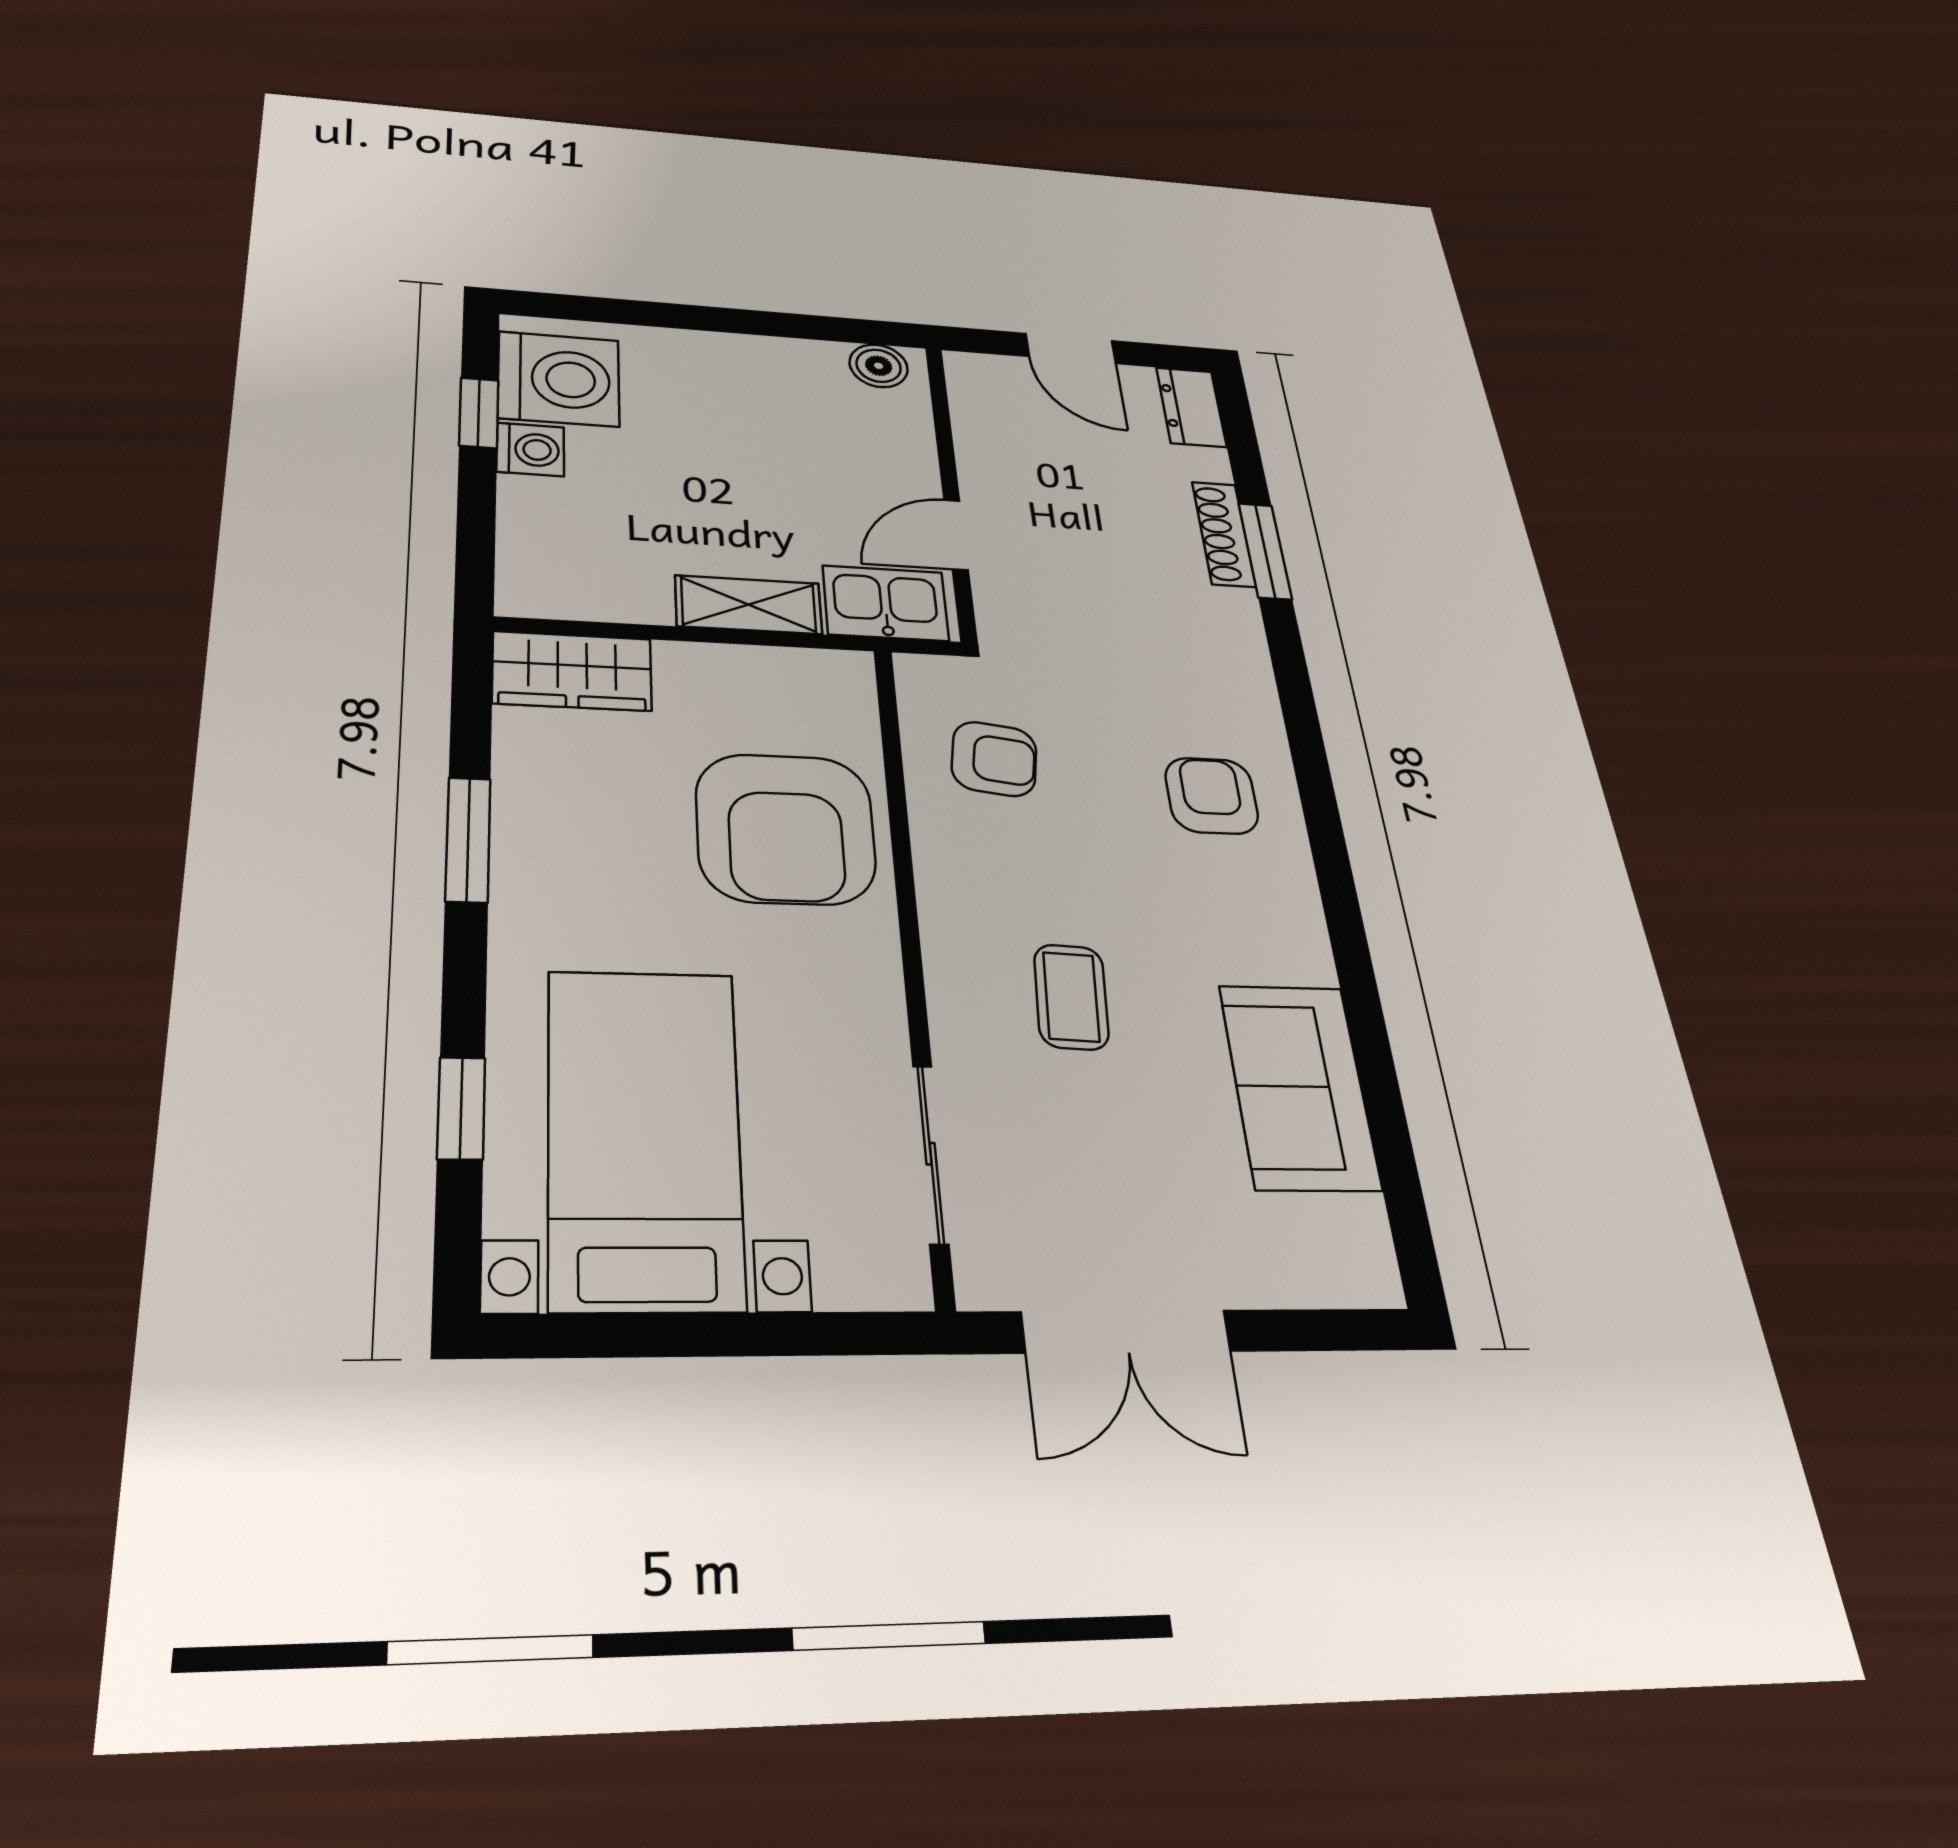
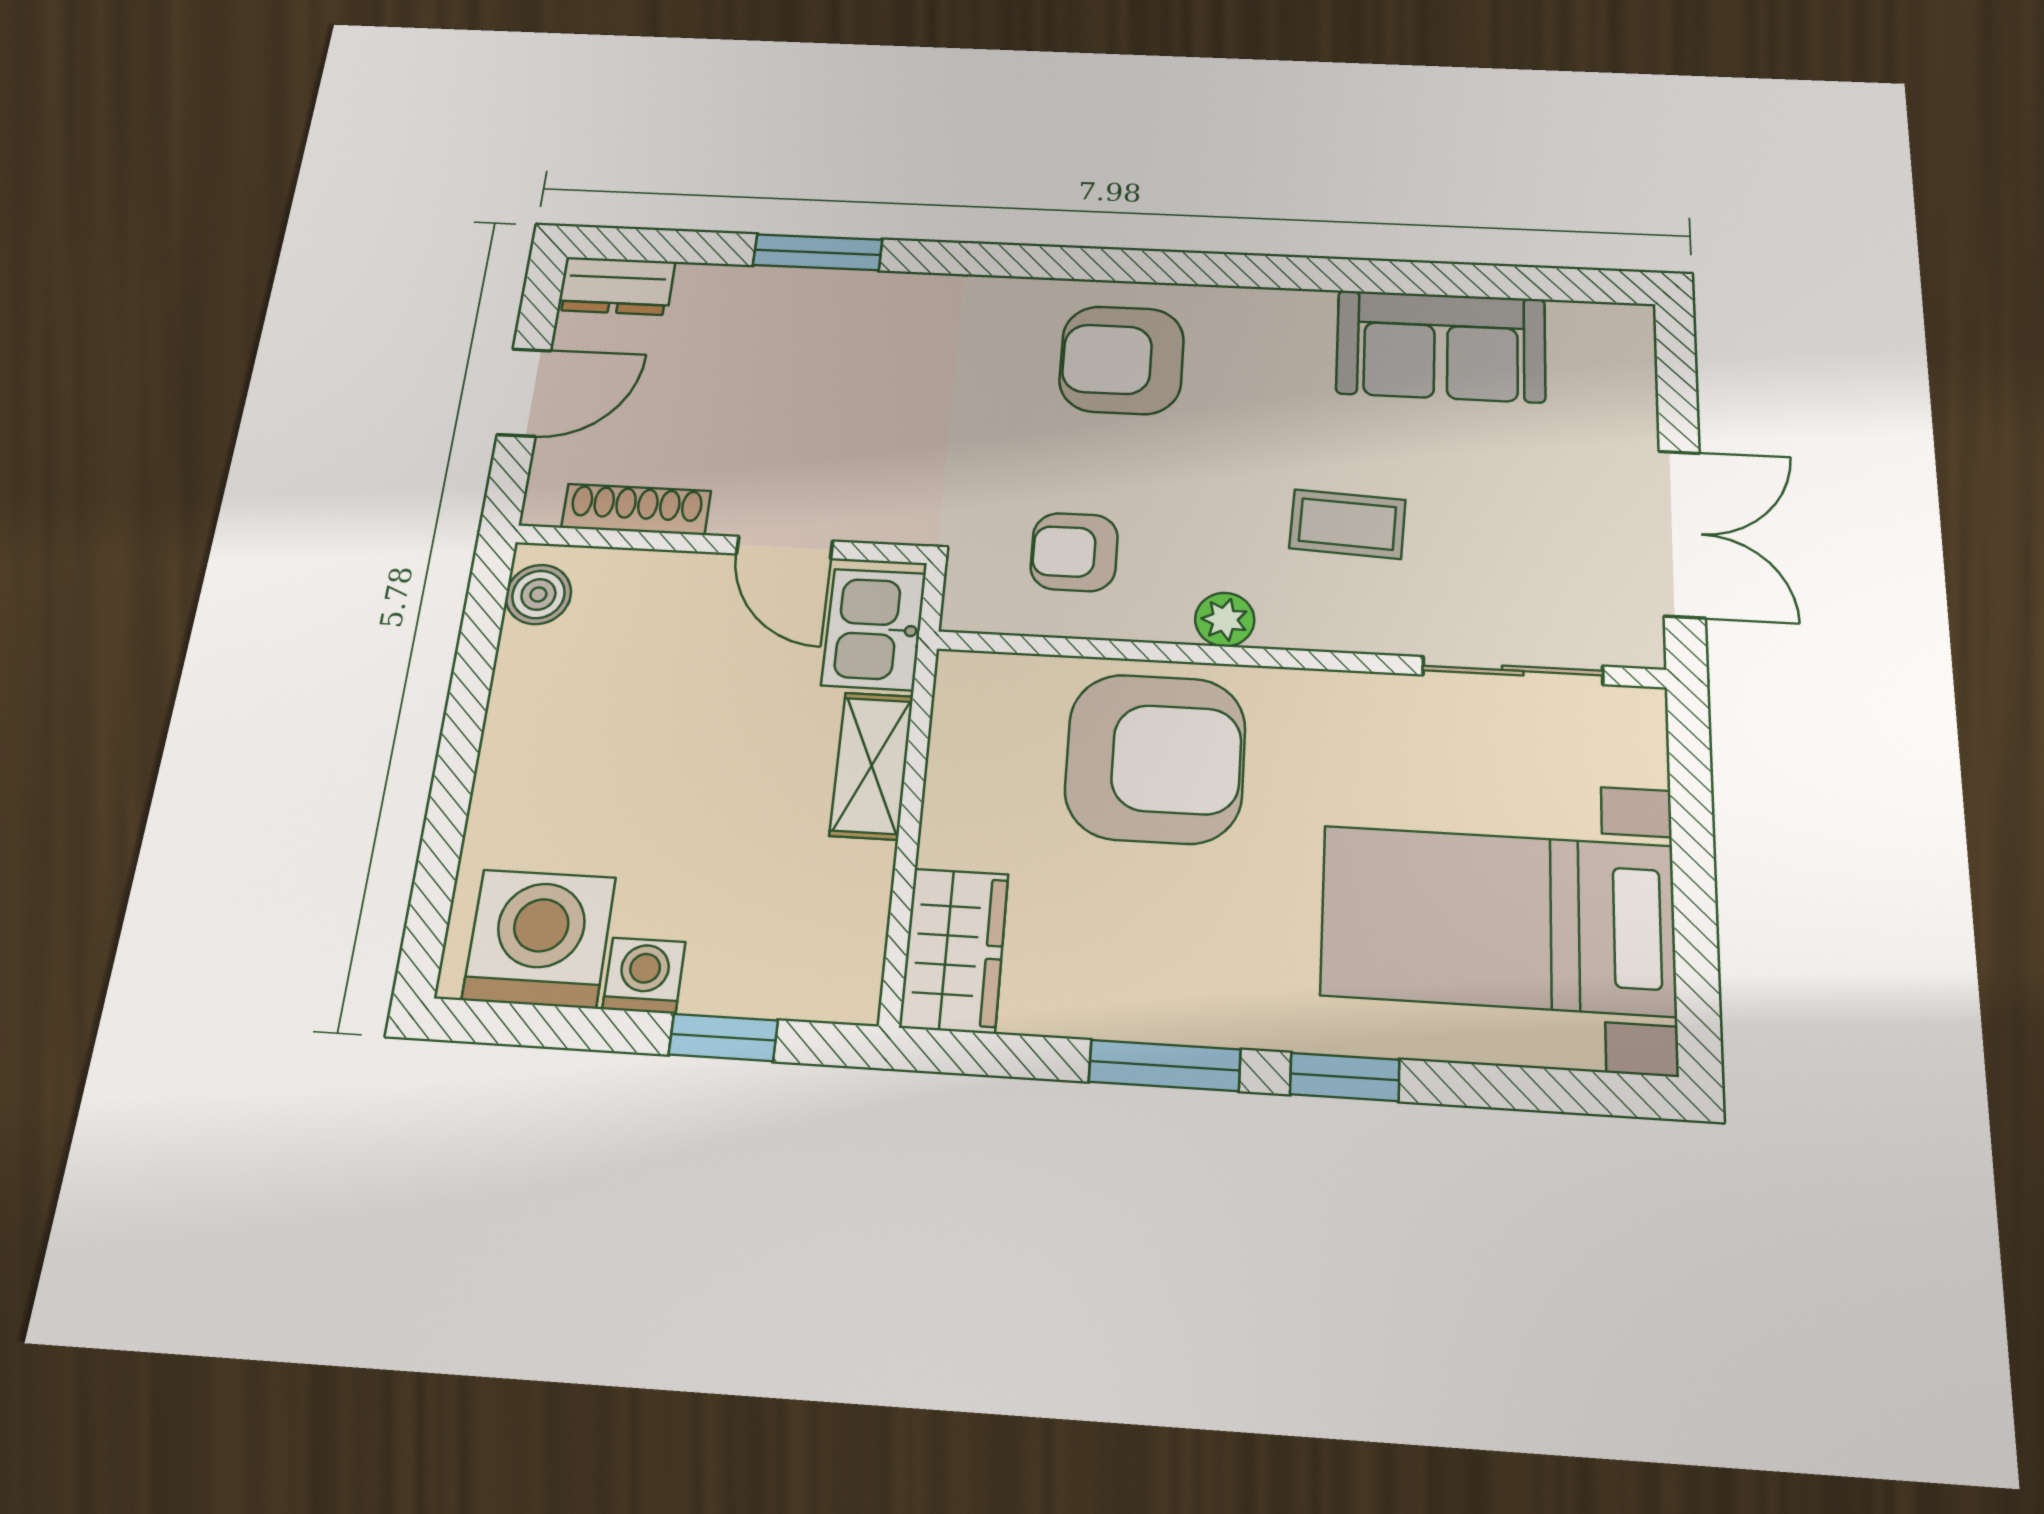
window: (479, 413) -> (723, 1037), moved
shoe rack: (1224, 534) -> (636, 509), moved, turned 180
armchair: (994, 759) -> (1074, 552), turned -98
armchair: (1212, 796) -> (1122, 360), width x1.38, depth x1.38
plant: (944, 887) -> (1225, 620), added
window: (461, 1108) -> (1345, 1077), moved

